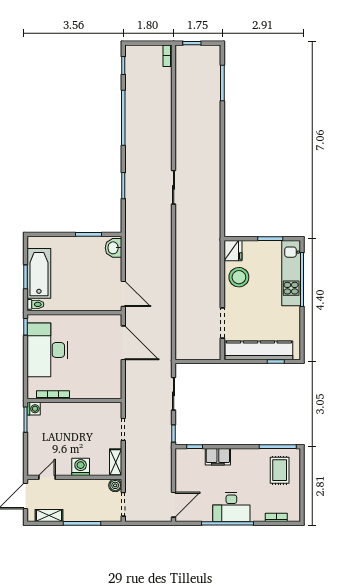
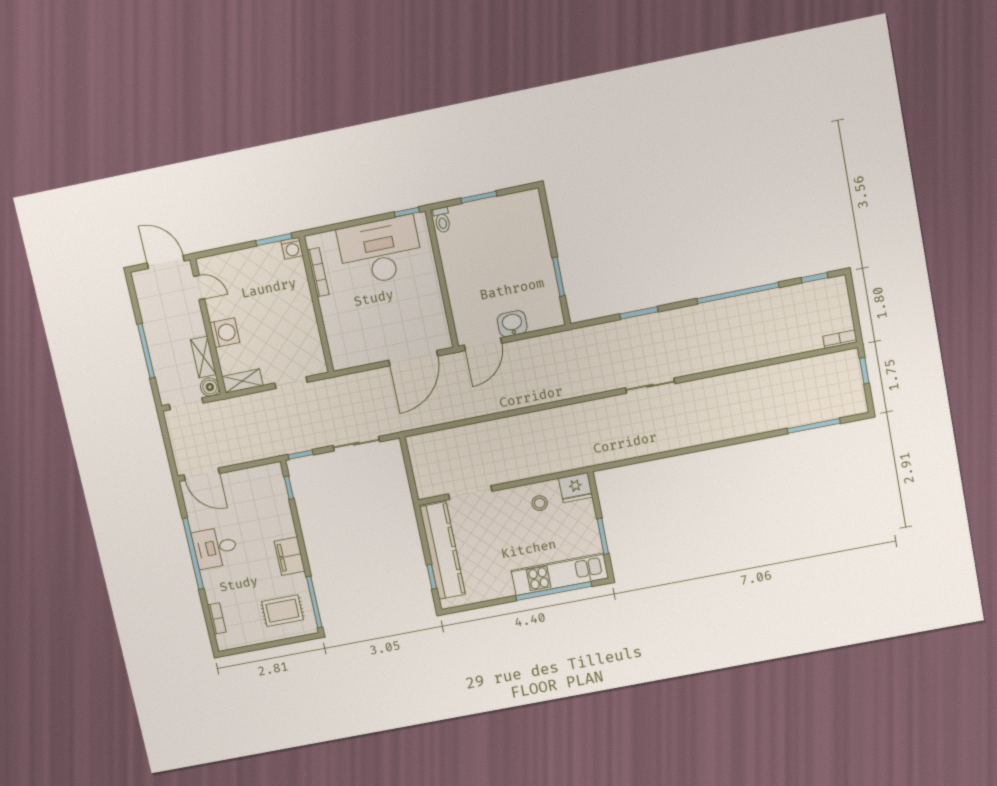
washbasin: (114, 248) -> (512, 324), moved
bathtub: (39, 273) -> (488, 216), removed
stool: (239, 277) -> (540, 503), width x0.53, depth x0.53
filing cabinet: (218, 457) -> (290, 556), moved
desk: (231, 507) -> (215, 548), width x0.73
shelving: (49, 516) -> (203, 357), moved

